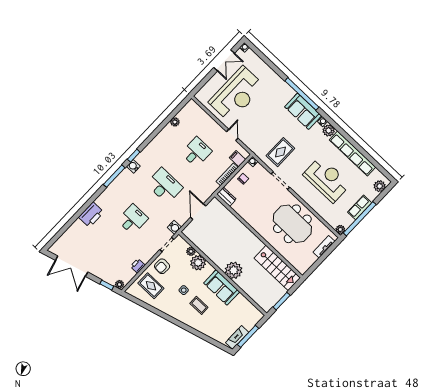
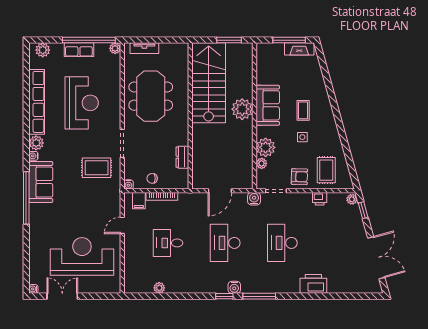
reception desk: (327, 179) -> (82, 103), turned 180
dresser: (226, 197) -> (182, 157), moved
desk: (133, 219) -> (282, 243), width x1.37
stairs: (277, 268) -> (209, 83), width x1.36, depth x1.51

